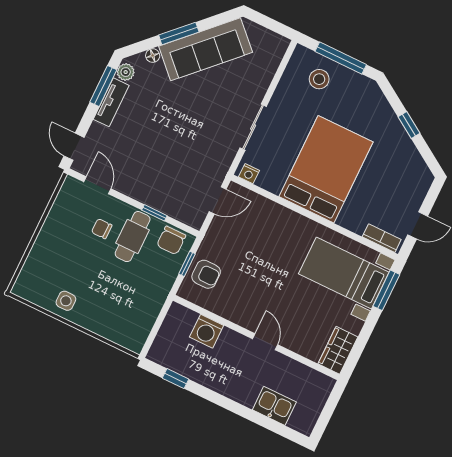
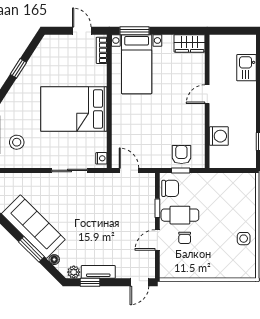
window: (103, 86) -> (90, 282), width x0.67
door: (97, 185) -> (157, 240), moved

